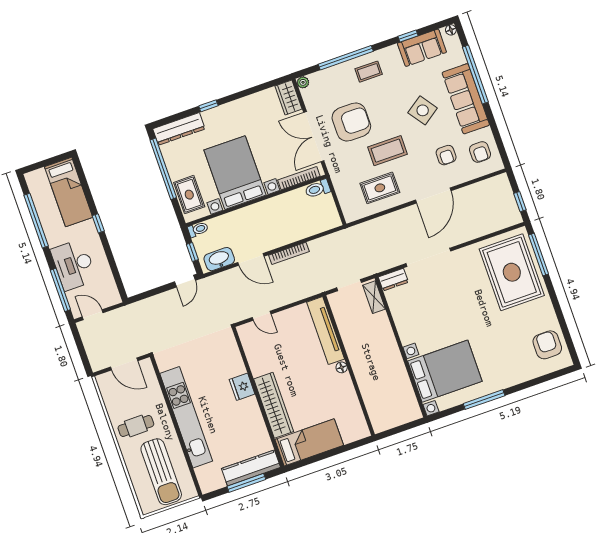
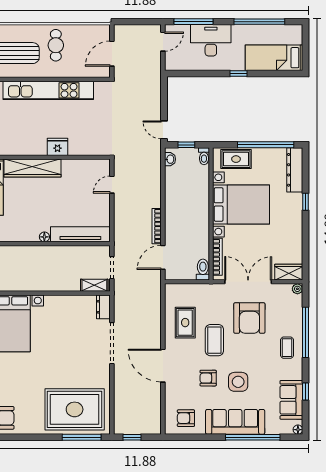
side table: (423, 110) -> (238, 382), turned 35
armchair: (446, 155) -> (208, 378), moved
washbasin: (219, 259) -> (170, 159), width x0.52, depth x0.69
door: (251, 259) -> (163, 257), moved

